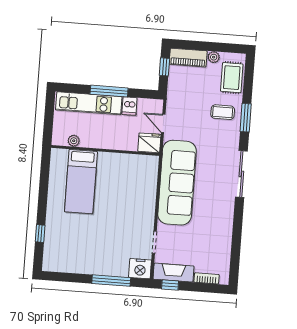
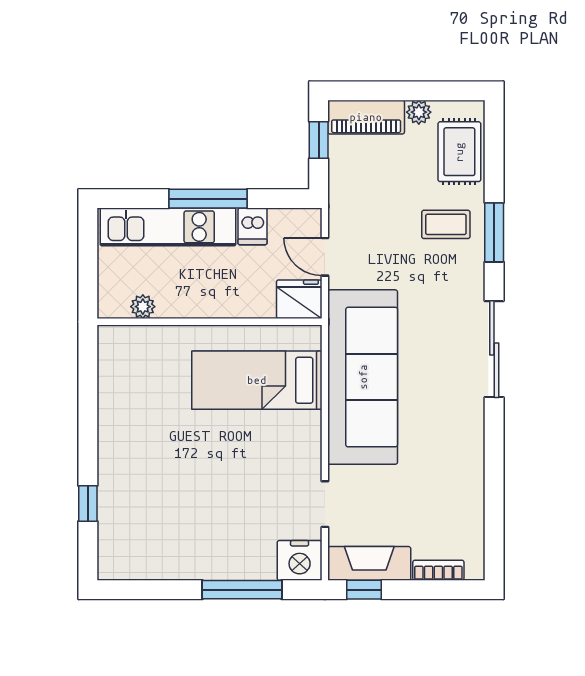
bed: (81, 182) -> (257, 380), moved, turned 90

